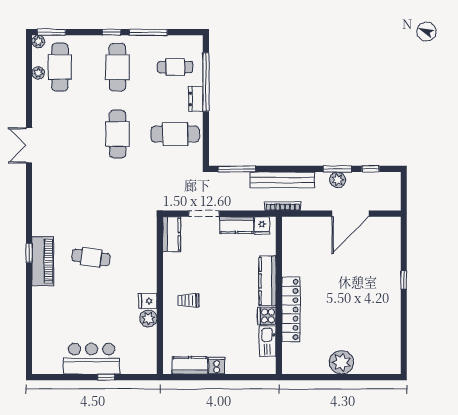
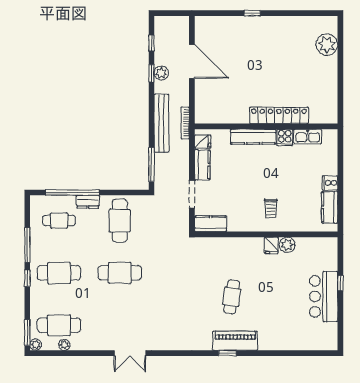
cafe table: (175, 67) -> (59, 221), turned 90
window: (337, 169) -> (151, 73), width x0.67
plant: (341, 362) -> (327, 45), moved

